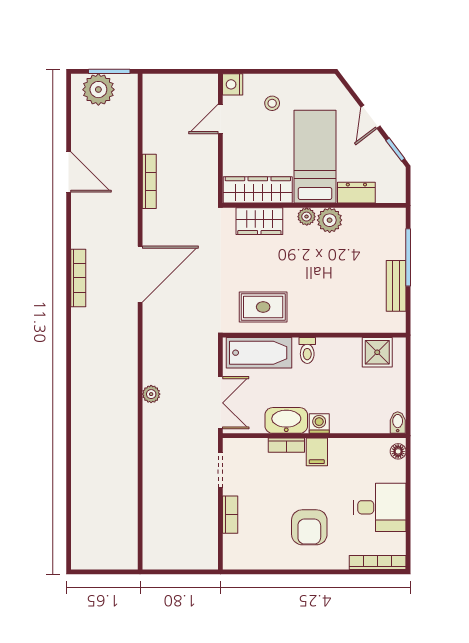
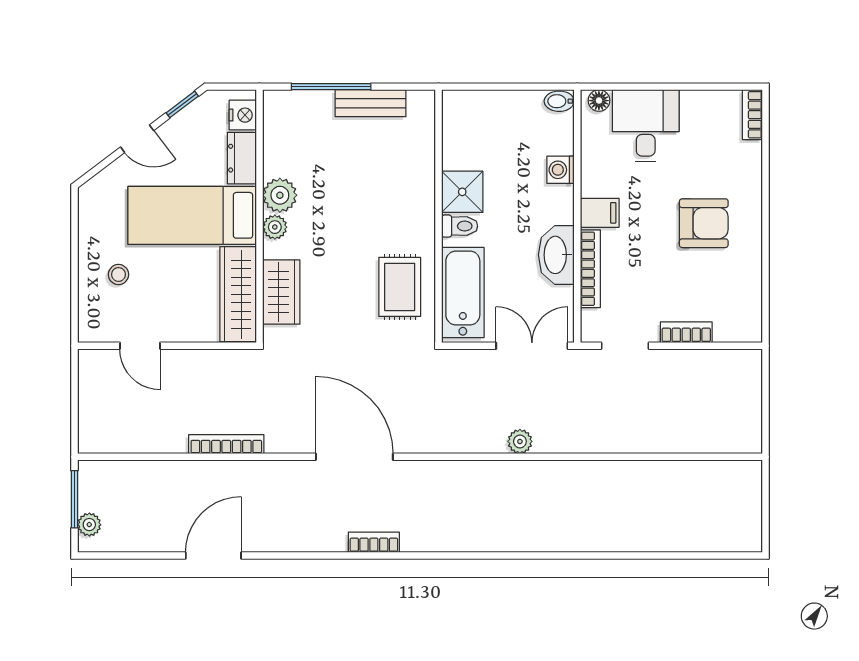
nightstand: (233, 84) -> (243, 115), moved, turned -90
plant: (98, 90) -> (89, 525), width x0.53, depth x0.53
bookcase: (78, 278) -> (374, 542), width x0.64
shower: (377, 352) -> (462, 192), moved
washing machine: (319, 424) -> (561, 170), moved
bookcase: (286, 445) -> (590, 269), width x1.56
desk: (380, 507) -> (646, 126), moved
bookcase: (378, 562) -> (752, 115), width x0.64

